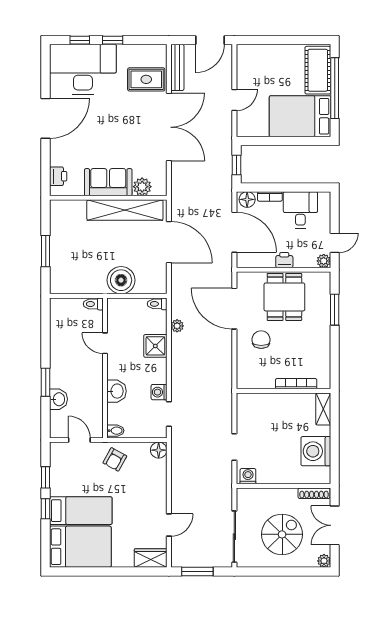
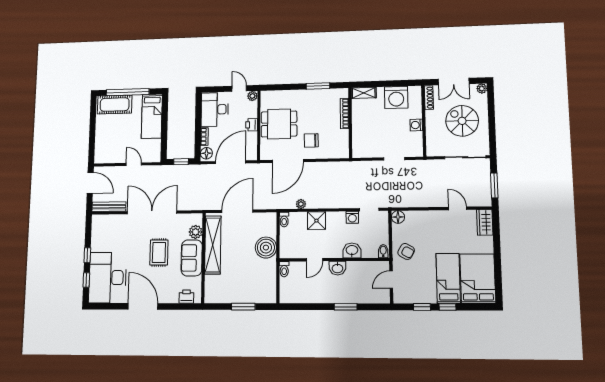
rug: (146, 79) -> (159, 253), moved
bed: (300, 116) -> (152, 116), width x0.67
desk: (300, 210) -> (215, 109), width x1.37
window: (335, 310) -> (318, 86), moved
washbasin: (58, 399) -> (337, 268), moved, turned 180
washing machine: (248, 476) -> (416, 125), moved

